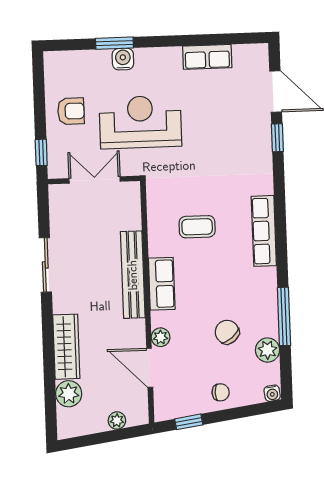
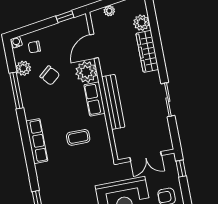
plant: (161, 337) -> (86, 72), width x1.88, depth x1.88
door: (150, 368) -> (94, 46), swing flipped
chair: (221, 392) -> (34, 47), moved

